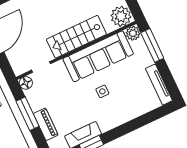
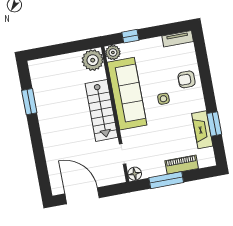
window: (152, 45) -> (130, 36), width x0.46
tv unit: (159, 85) -> (178, 39), width x0.71
armchair: (126, 108) -> (187, 79), added

